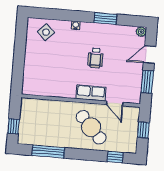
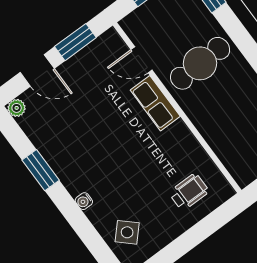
wheelchair: (96, 58) -> (189, 192), moved
door: (115, 103) -> (142, 60), swing flipped
cafe table: (91, 127) -> (200, 63), turned 41

